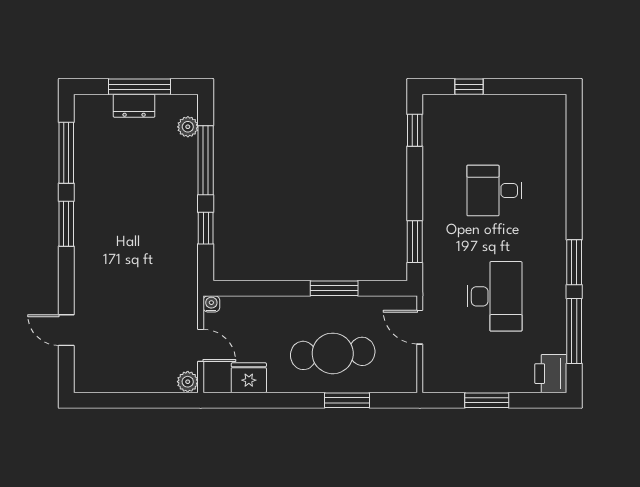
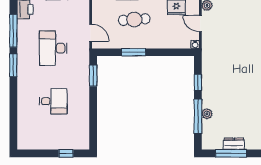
plant: (188, 127) -> (207, 114), moved
window: (415, 130) -> (93, 131), removed
cafe table: (333, 353) -> (134, 20), width x0.73, depth x0.74

